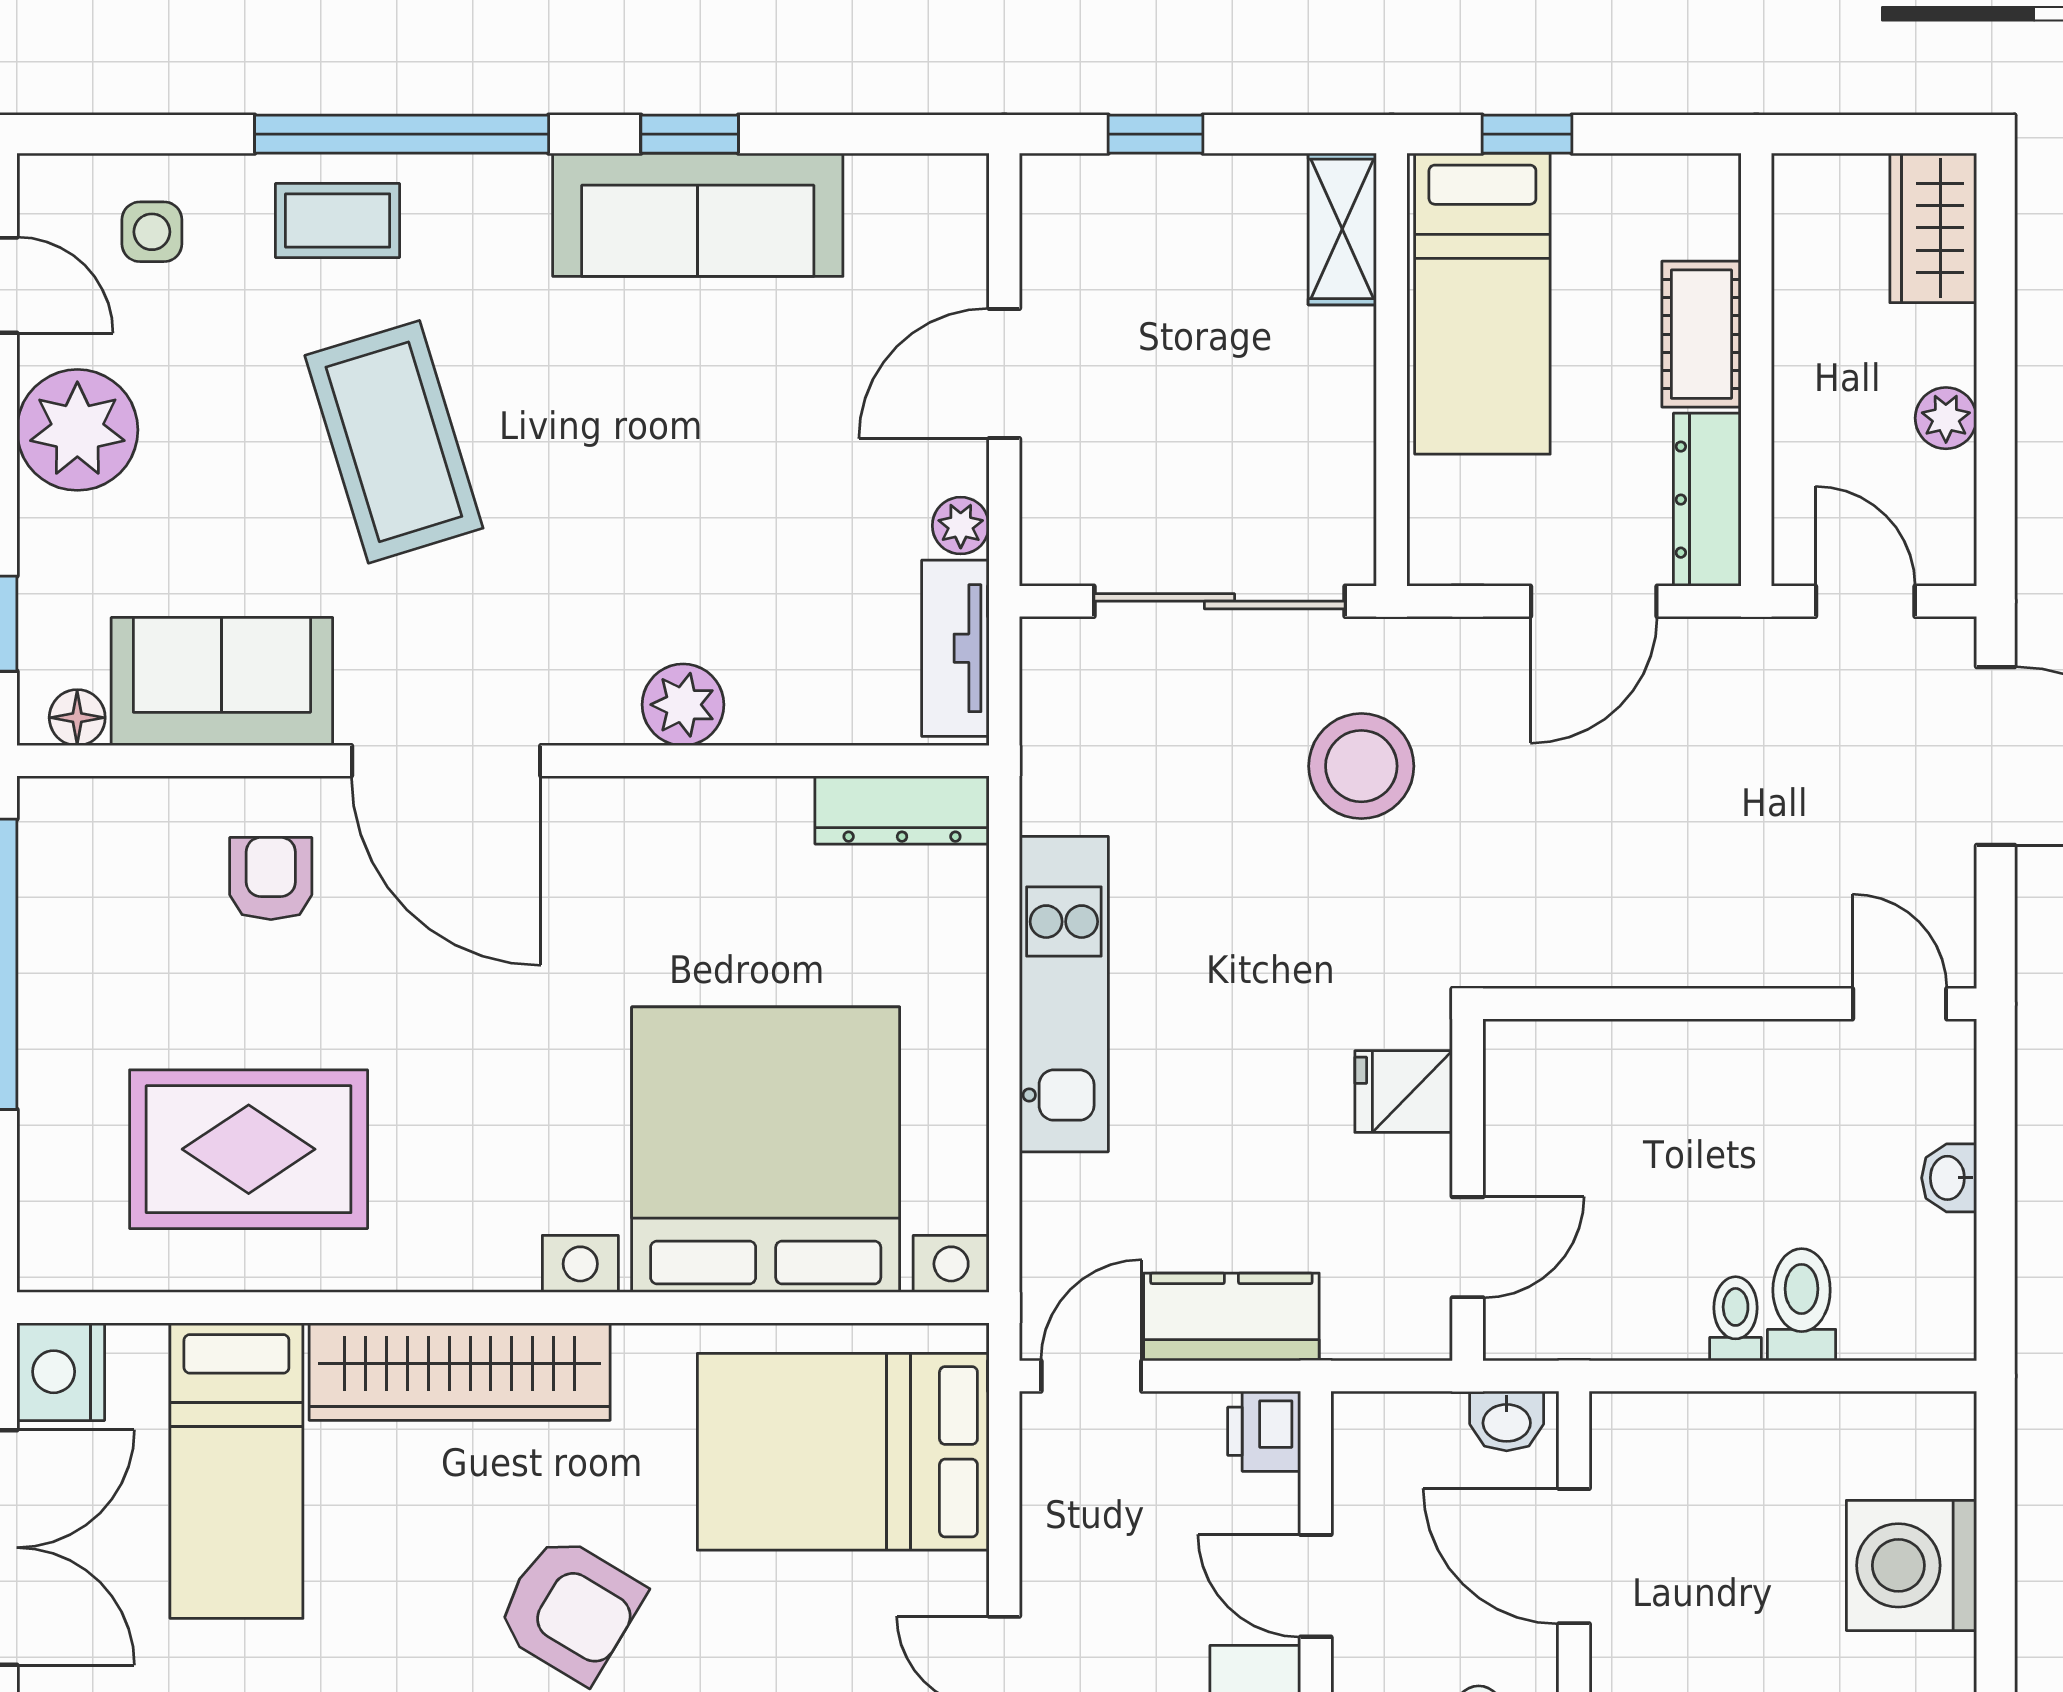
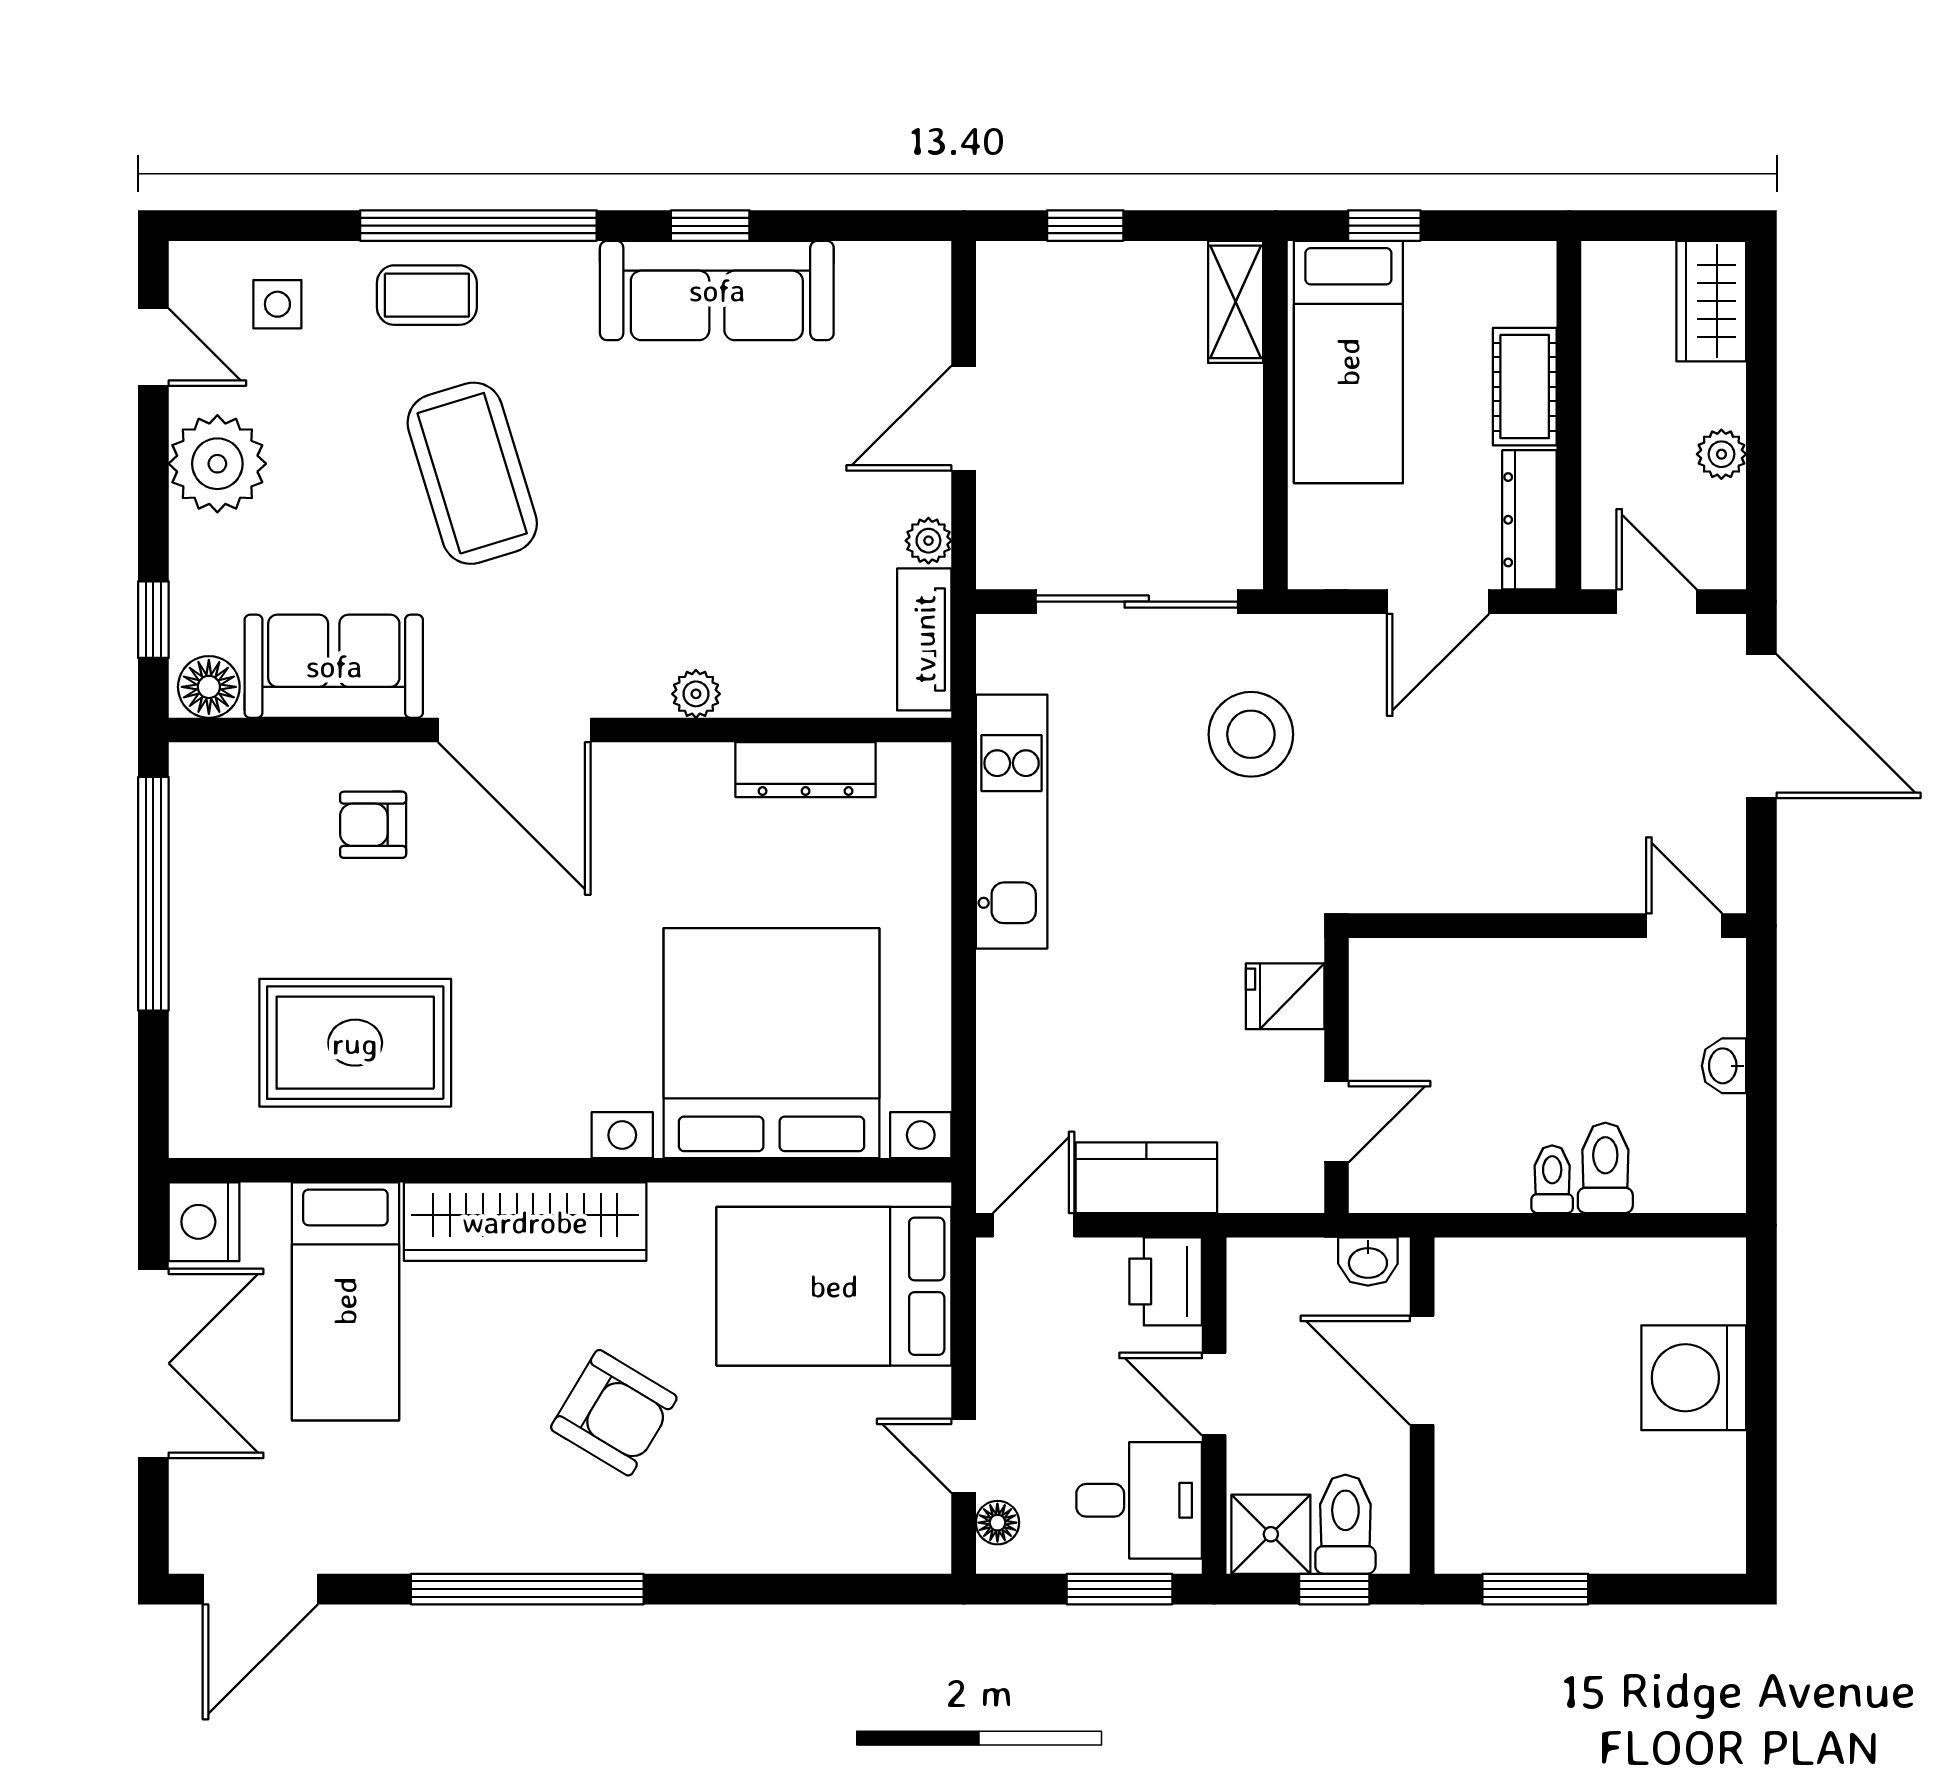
plant: (683, 705) -> (696, 694), width x0.73, depth x0.73
floor lamp: (77, 718) -> (209, 687), width x1.37, depth x1.37
dresser: (902, 810) -> (806, 770), moved
armchair: (271, 878) -> (373, 825), turned -90
kitchen unit: (1064, 994) -> (1012, 822), moved
printer: (1264, 1431) -> (1166, 1281), width x1.36, depth x1.24

